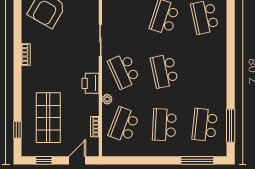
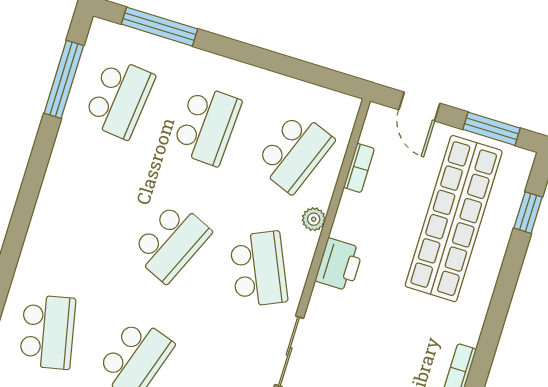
school desk: (164, 71) -> (171, 242), turned 36
shop shelf: (48, 118) -> (454, 219), width x1.40
window: (44, 160) -> (491, 129), width x1.50
door: (77, 160) -> (419, 107), hinge flipped

